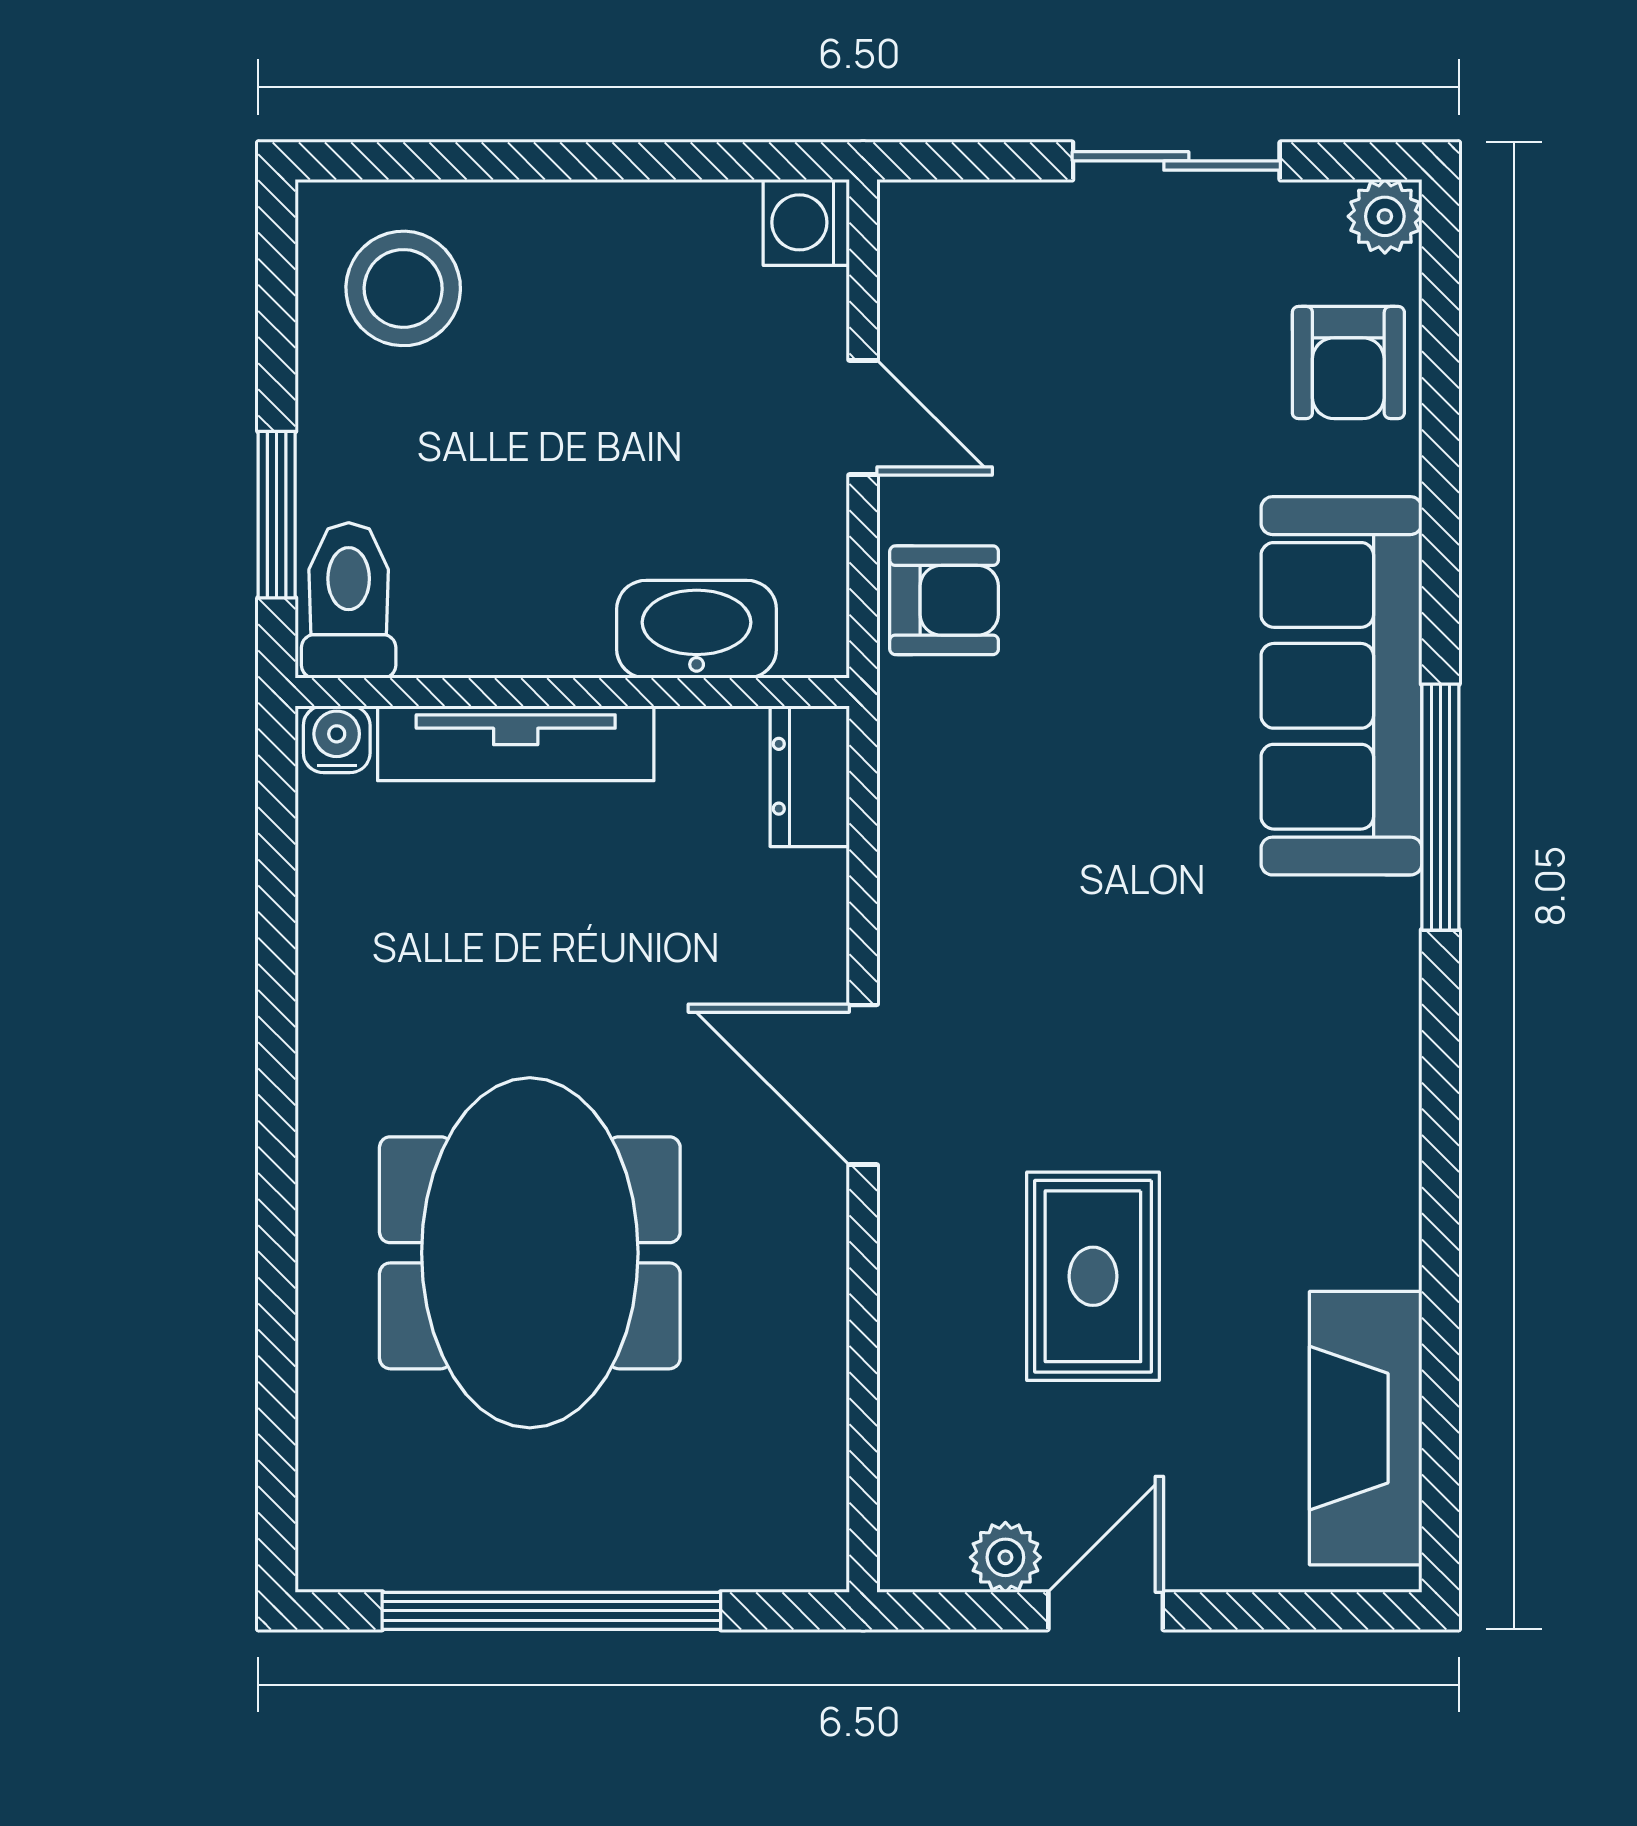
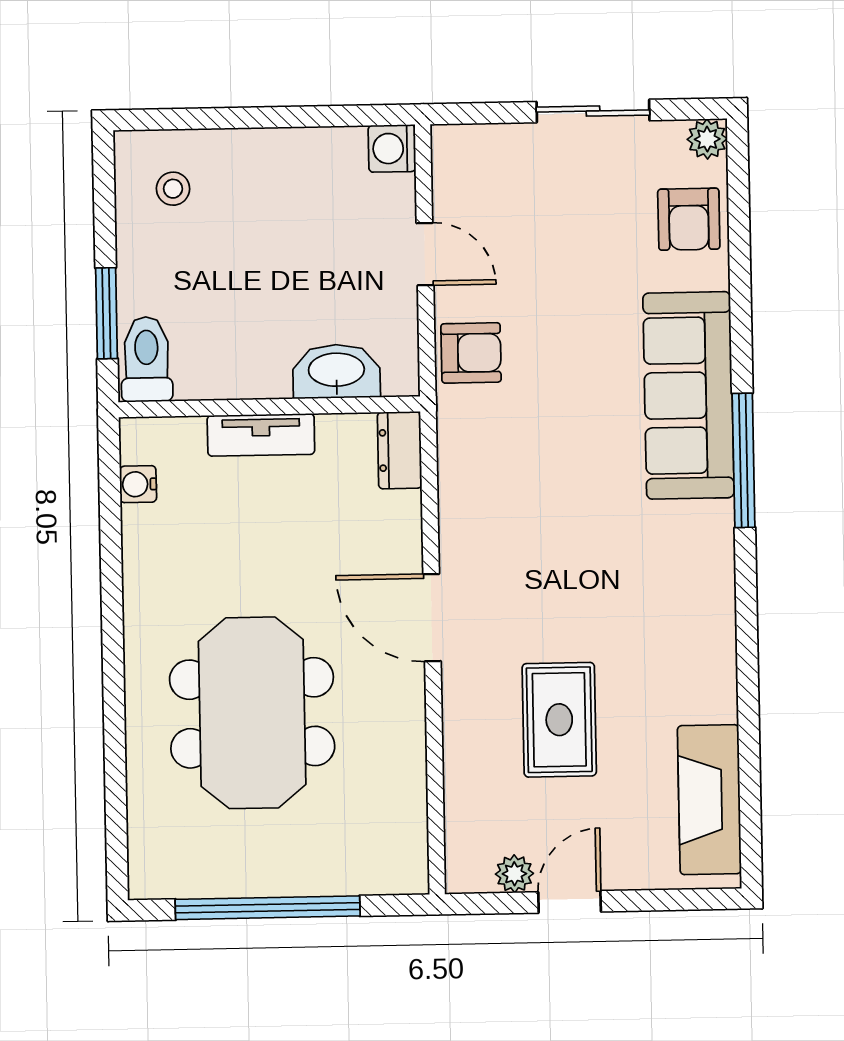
stool: (403, 288) -> (173, 189), width x0.53, depth x0.53
water cooler: (337, 739) -> (138, 484), moved, turned -90
tv unit: (516, 743) -> (261, 435), width x0.71

